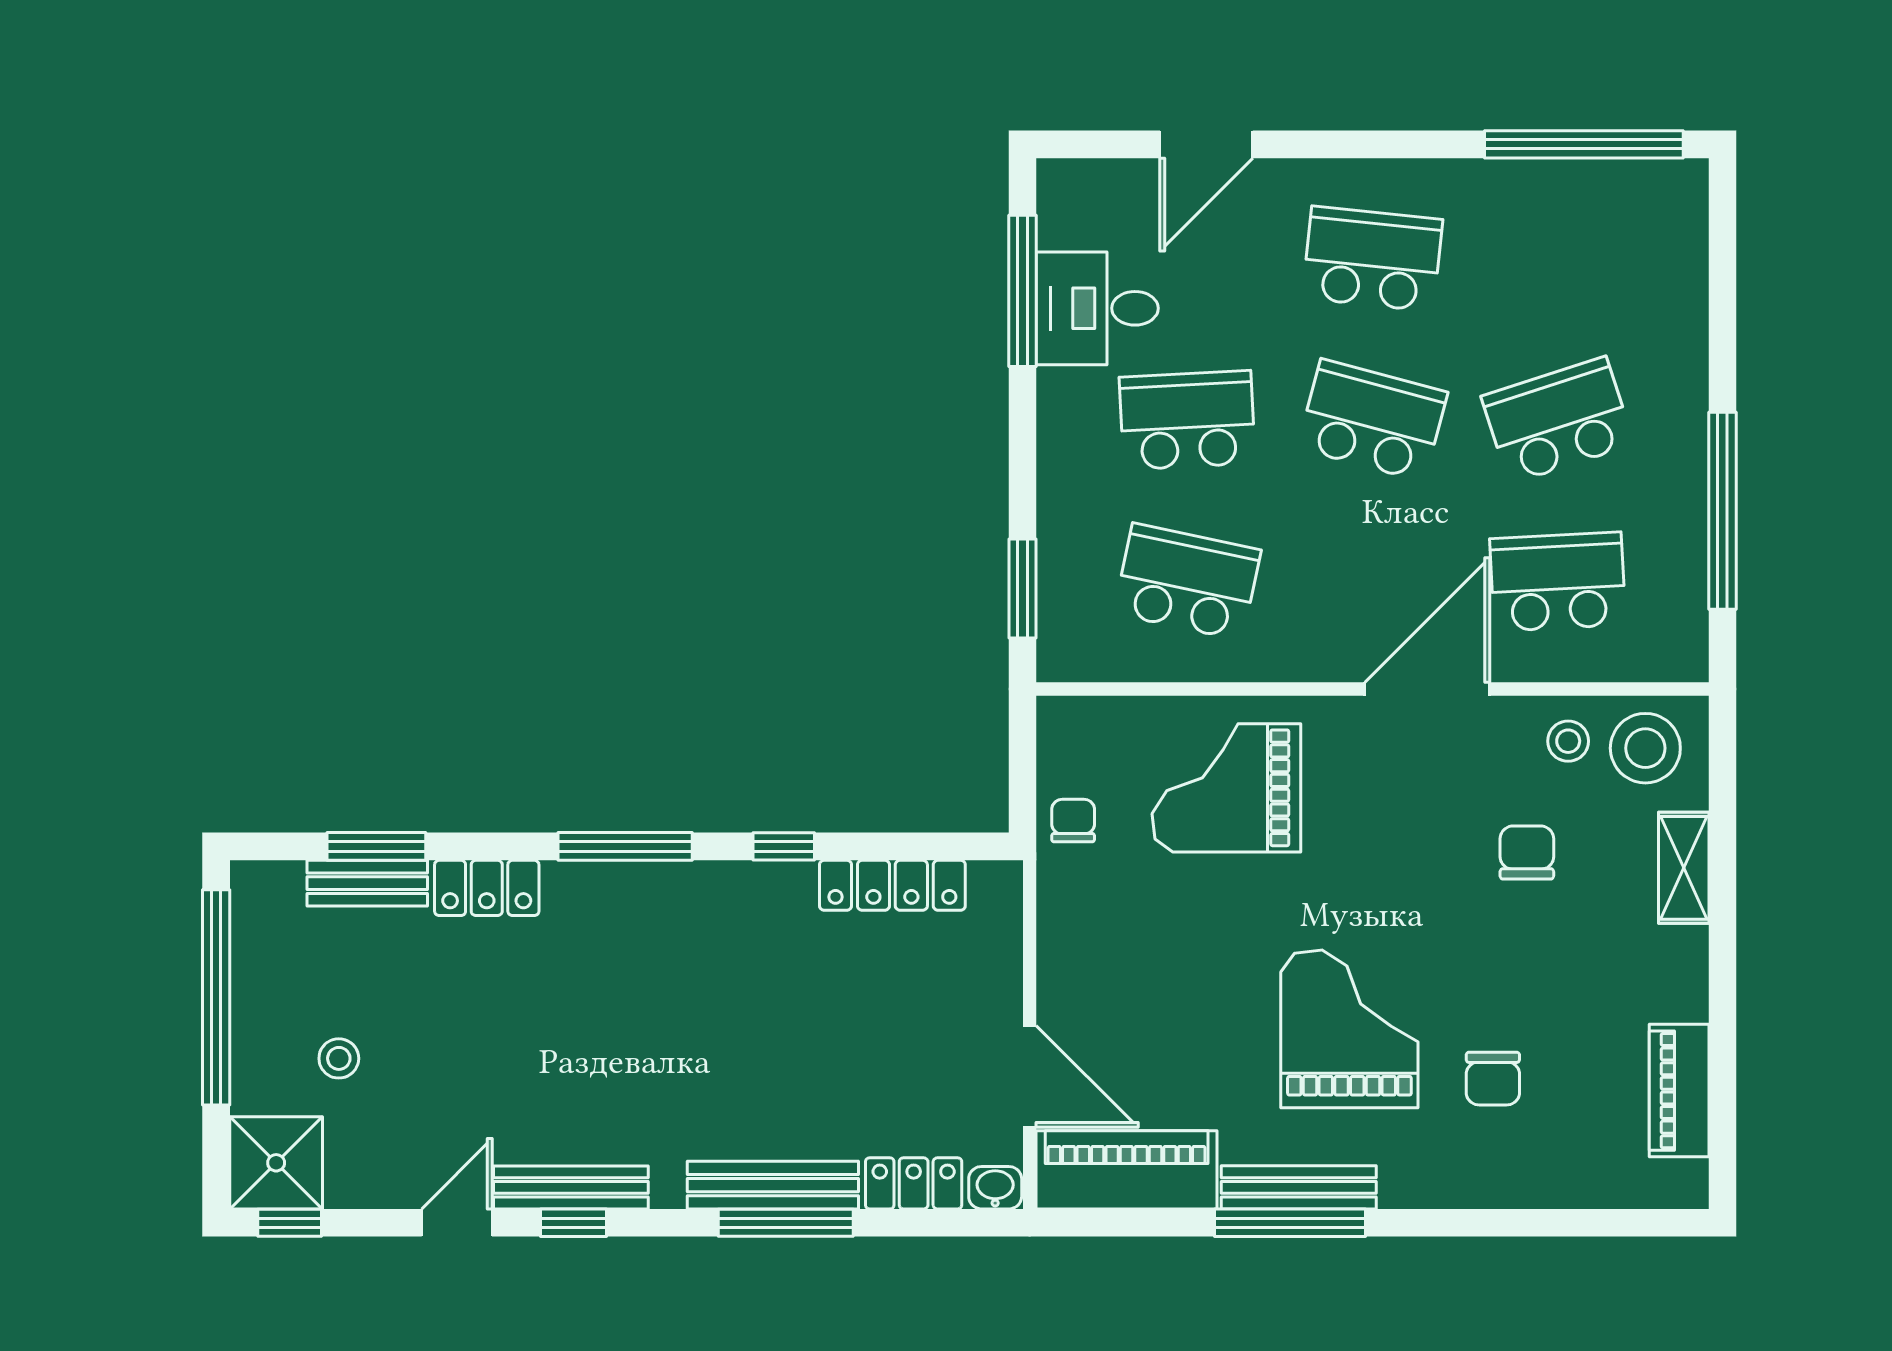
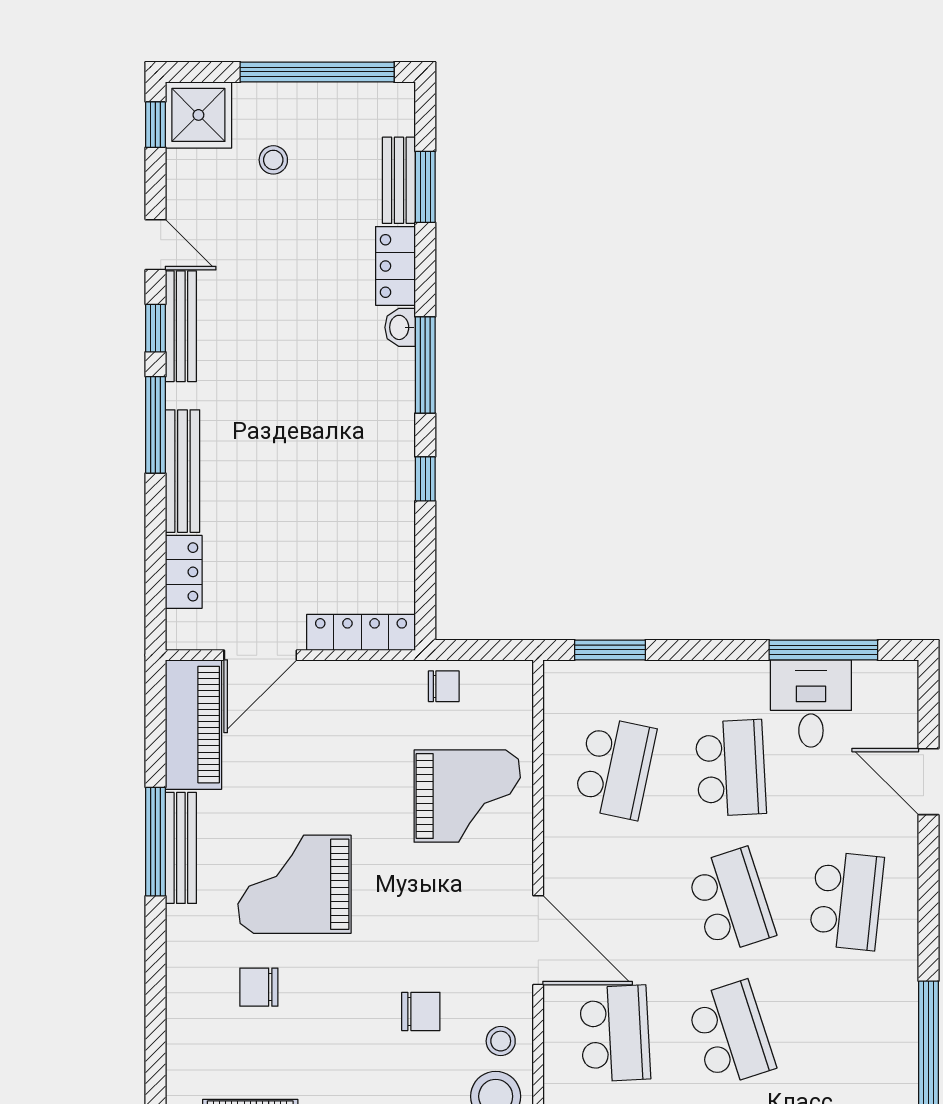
school desk: (1372, 420) -> (731, 901), turned -33
grand piano: (1226, 788) -> (467, 796), turned 90
locker: (892, 885) -> (361, 632), moved, turned 90
grand piano: (1349, 1029) -> (294, 884), turned 180
washbasin: (995, 1188) -> (400, 327), moved, turned 180
window: (786, 1223) -> (155, 425), moved

